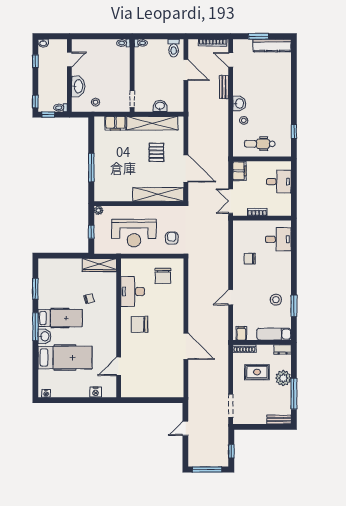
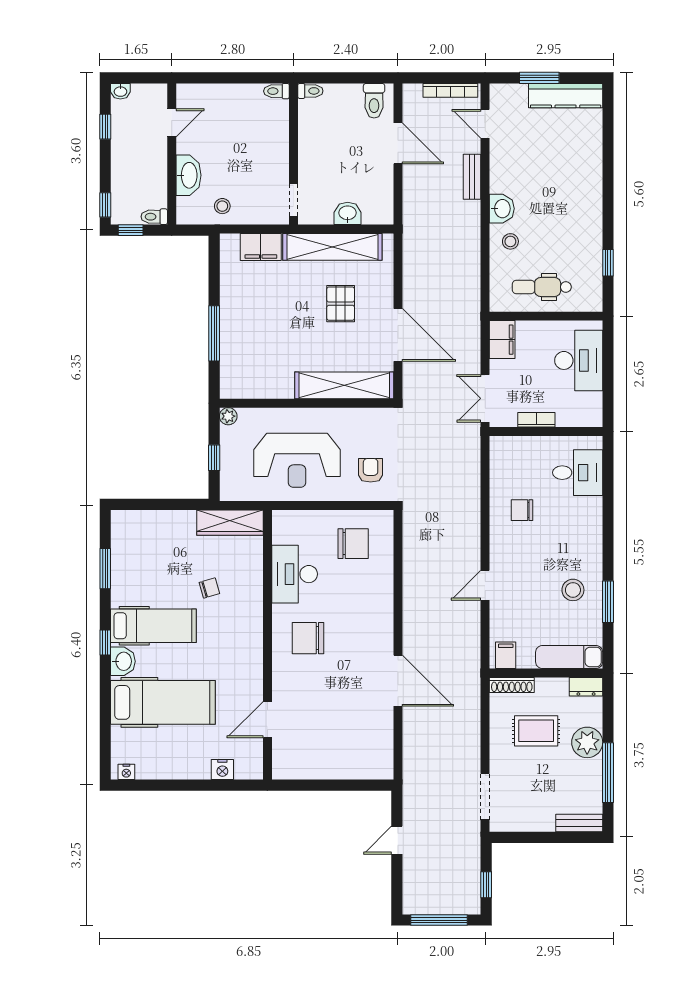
desk: (279, 182) -> (579, 360), width x1.37
chair: (163, 276) -> (353, 544), turned -90
window: (35, 327) -> (105, 642), width x0.46

